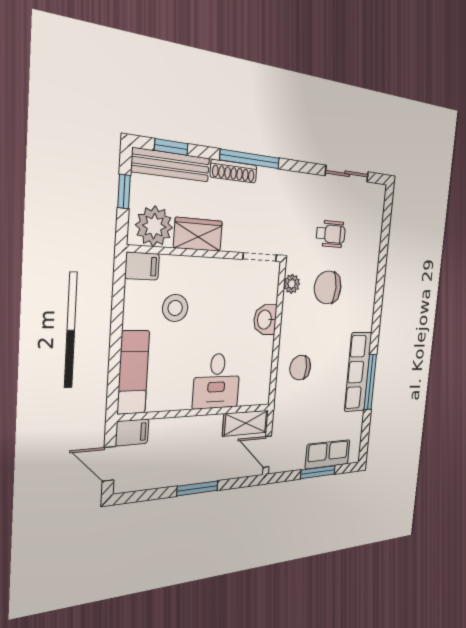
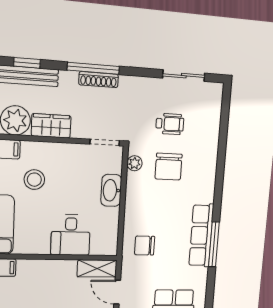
shoe rack: (234, 171) -> (99, 80), moved
chair: (328, 287) -> (169, 167), turned -90
washbasin: (265, 320) -> (111, 190), width x1.38
chair: (300, 368) -> (145, 246), moved

